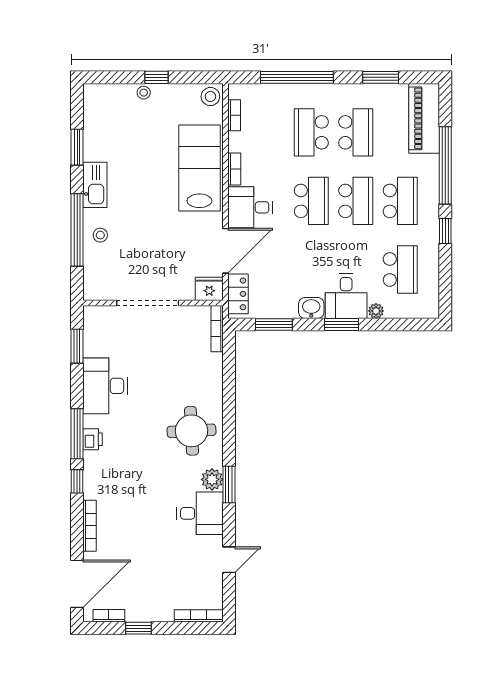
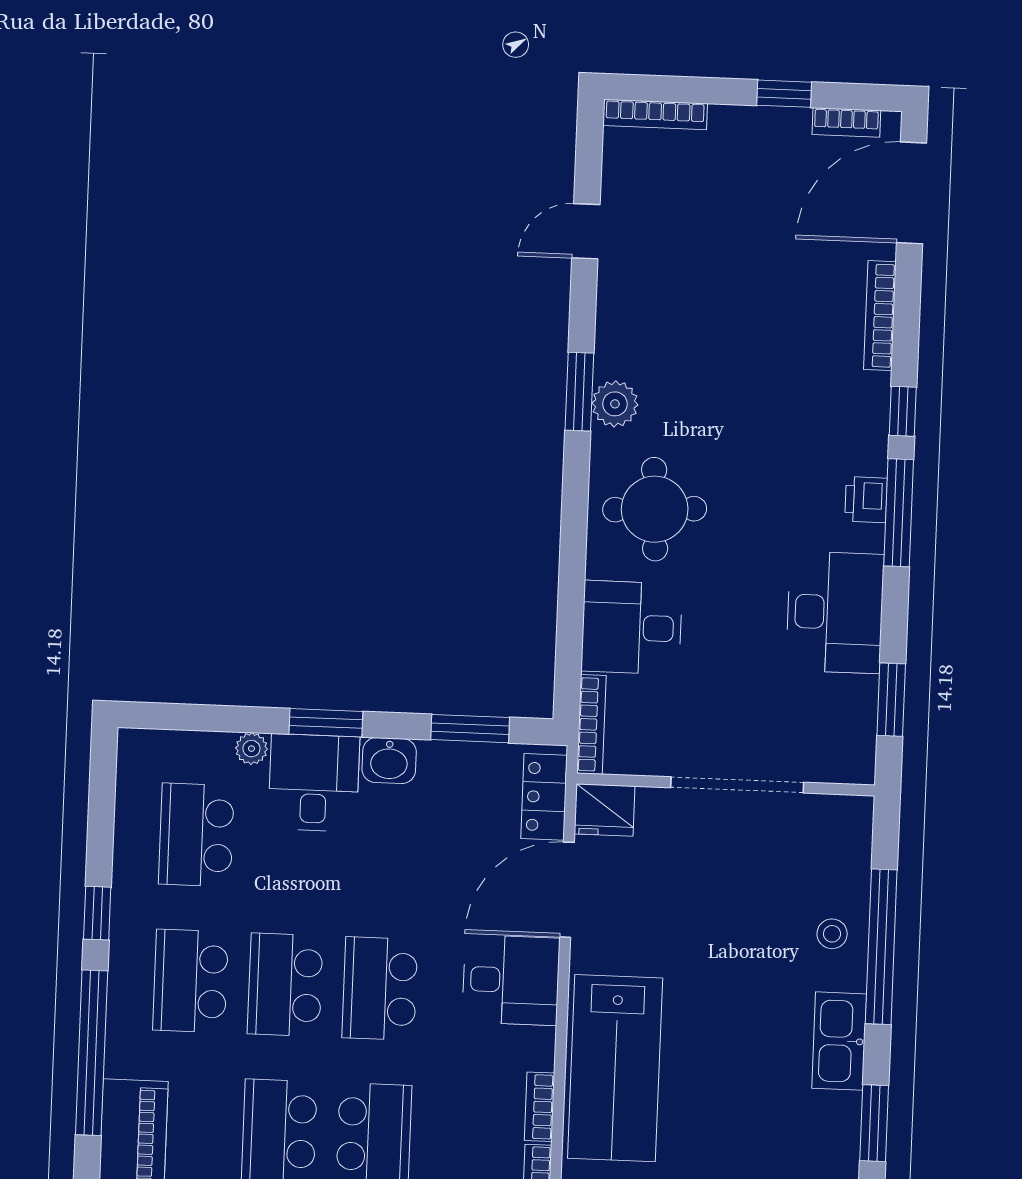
bookcase: (234, 169) -> (539, 1107), moved
desk: (200, 513) -> (632, 627), moved

